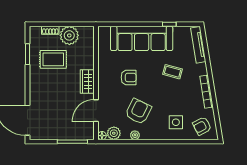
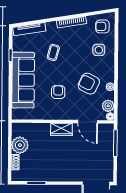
rug: (53, 59) -> (41, 160), removed
armchair: (202, 126) -> (102, 26), turned 117

